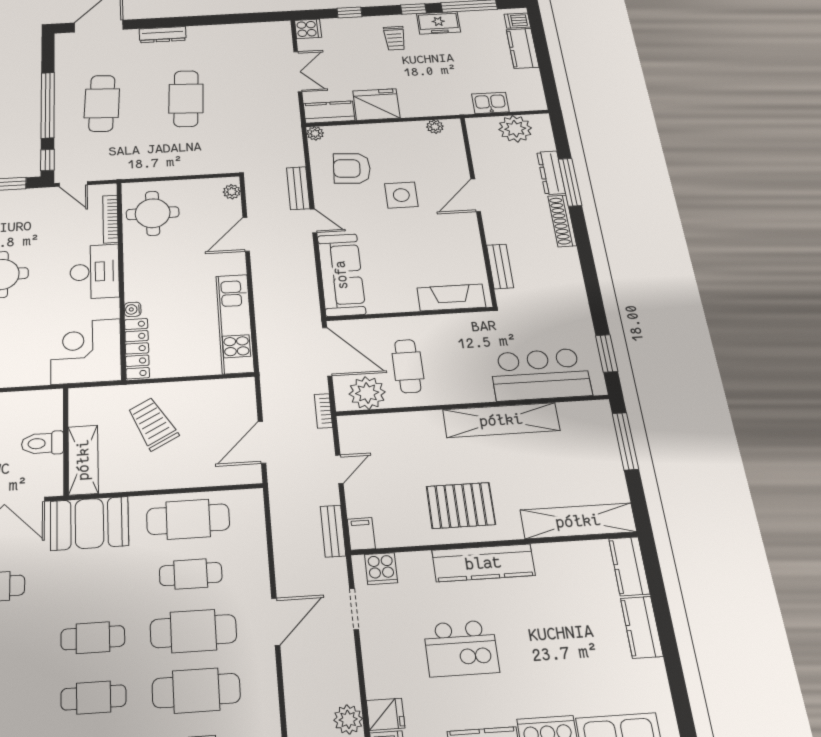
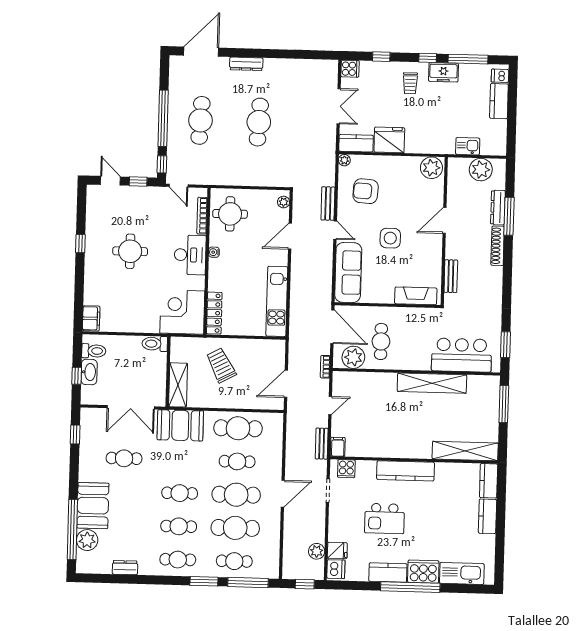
plant: (435, 127) -> (431, 168), width x1.87, depth x1.87
side table: (401, 195) -> (390, 238), moved
water cooler: (133, 309) -> (214, 252), moved
toilet: (42, 443) -> (155, 344), moved
pallet: (461, 505) -> (398, 435), removed

